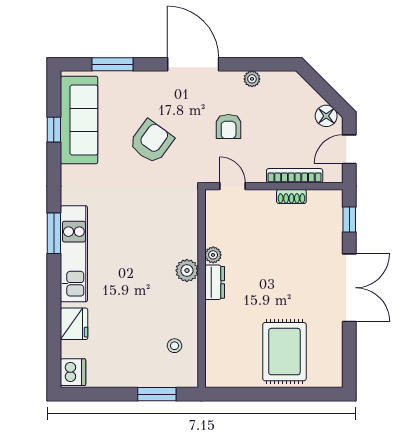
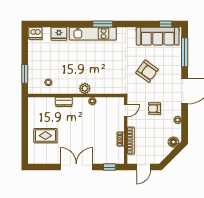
window: (112, 64) -> (185, 52), width x1.44
floor lamp: (326, 116) -> (173, 142), moved
window: (54, 130) -> (166, 24), moved
door: (349, 149) -> (143, 167), swing flipped
dresser: (215, 282) -> (64, 102), moved
double door: (349, 288) -> (76, 167), swing flipped
rug: (284, 352) -> (45, 136), width x0.73, depth x0.70

